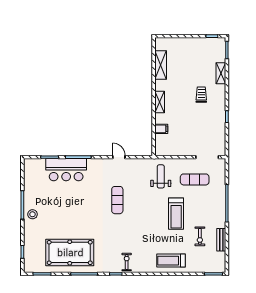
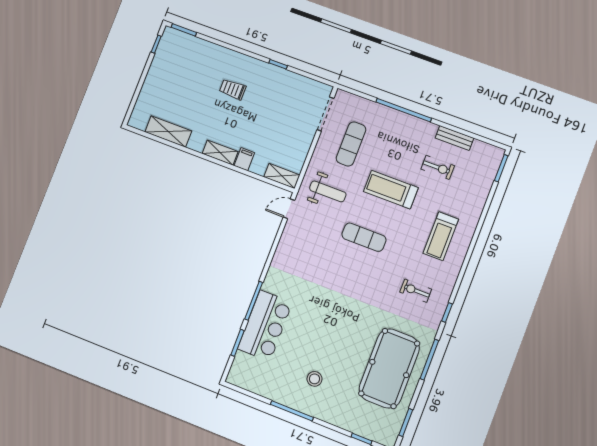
shelving: (221, 73) -> (282, 176), moved
filing cabinet: (161, 129) -> (244, 159), moved
door: (119, 157) -> (289, 209), moved
weight bench: (161, 176) -> (328, 191), turned 180
exercise mat: (117, 200) -> (364, 237), moved
stool: (32, 214) -> (315, 379), moved
treadmill: (176, 214) -> (391, 190), turned 180
treadmill: (171, 261) -> (441, 236), moved
exercise bike: (127, 262) -> (416, 291), moved

